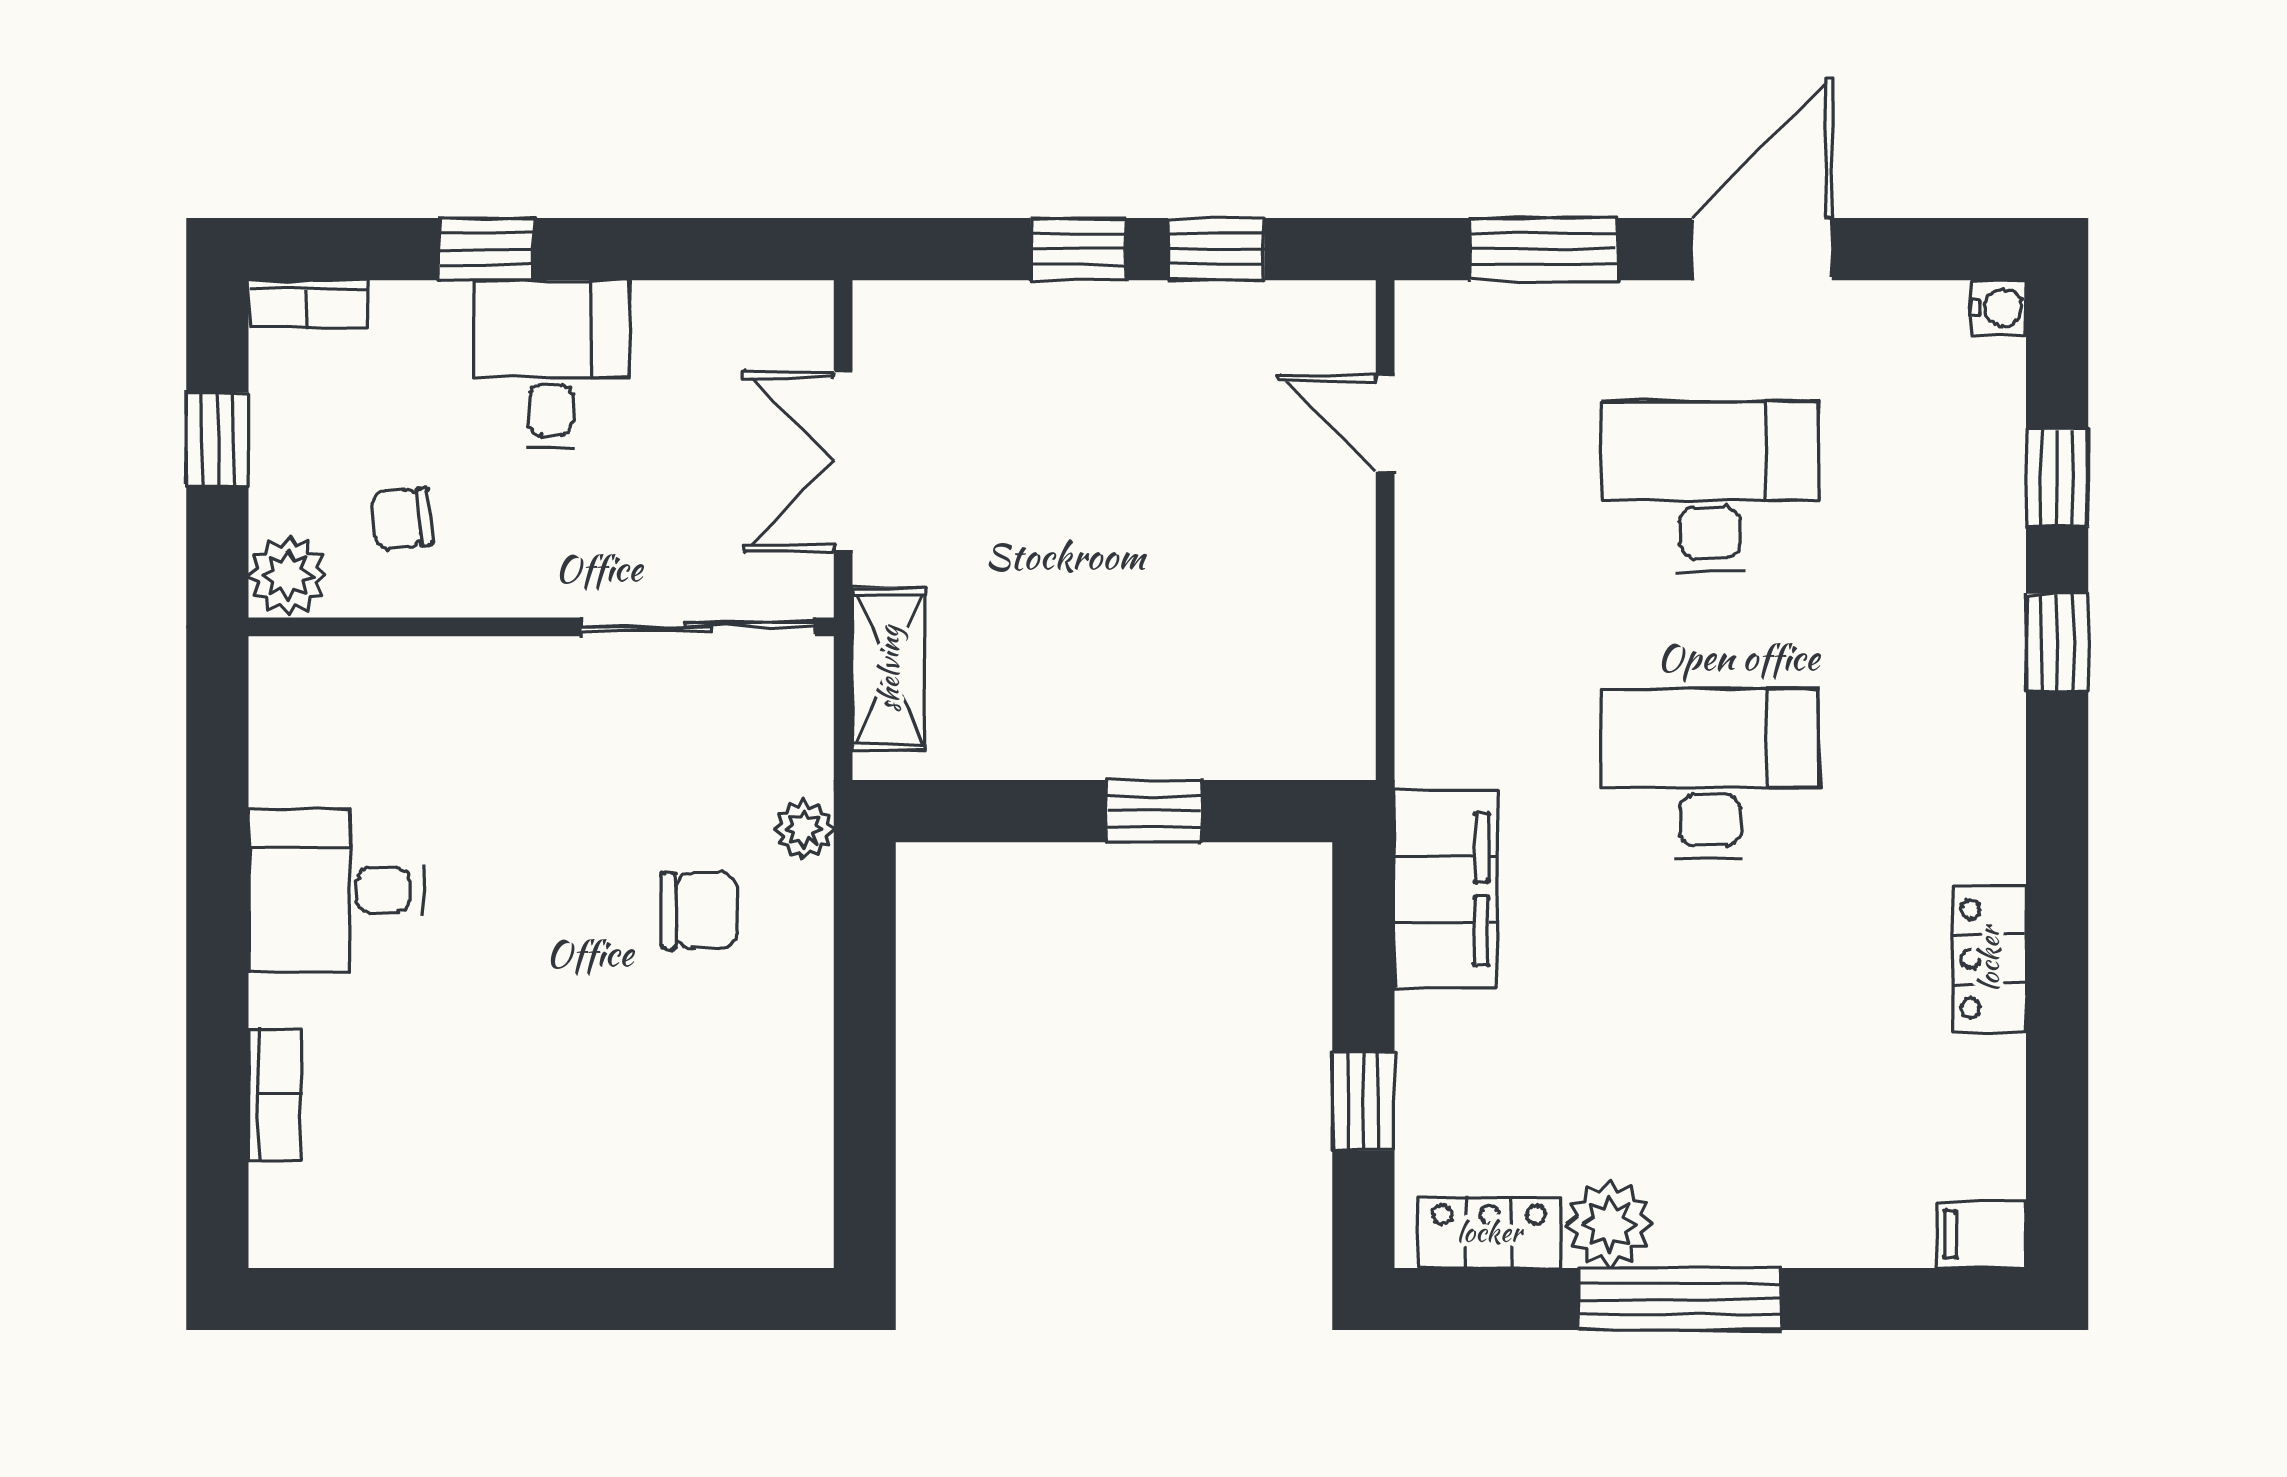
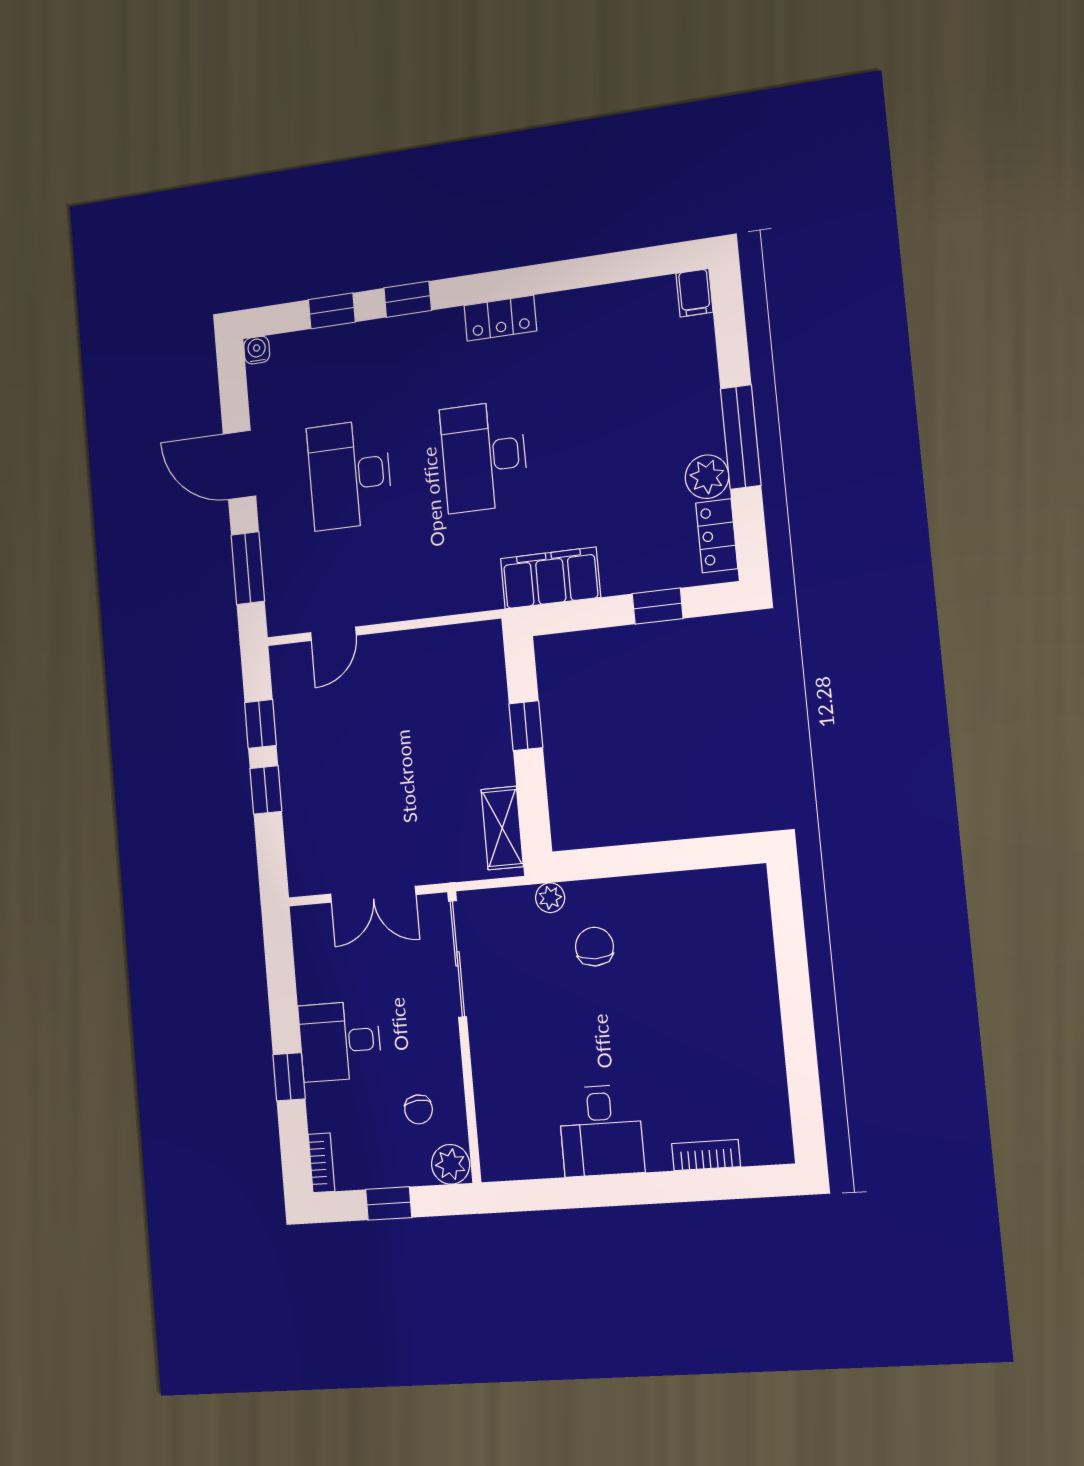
shelving: (889, 669) -> (502, 828), moved, turned 90
locker: (1989, 959) -> (500, 318), moved

